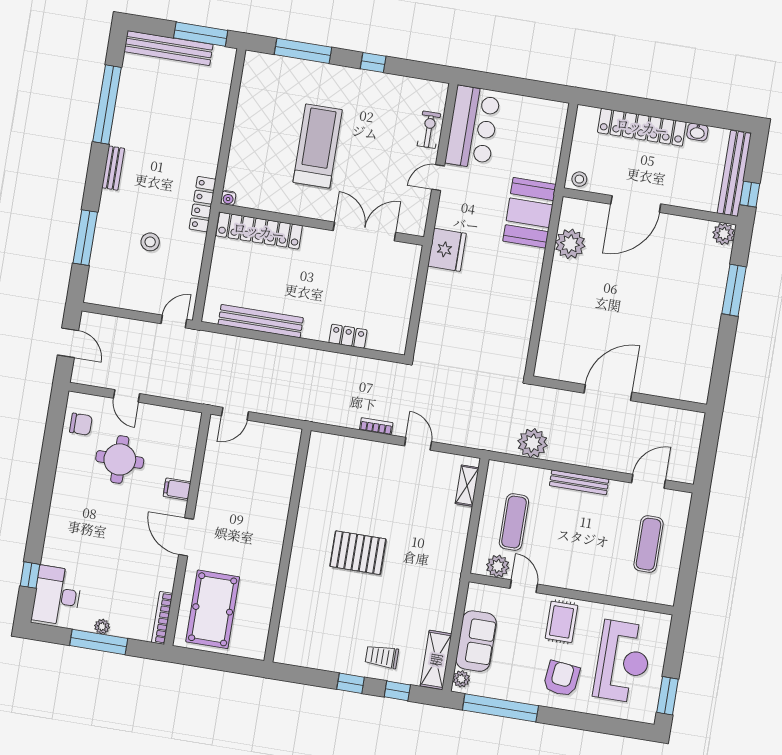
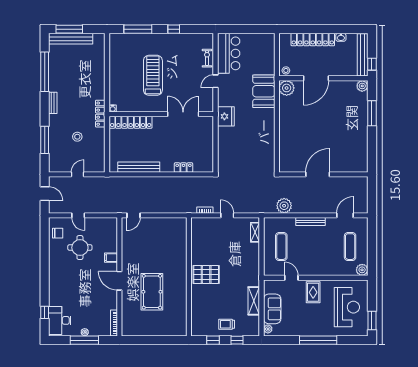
window: (201, 34) -> (69, 29), moved
plant: (570, 244) -> (287, 88), moved
door: (174, 321) -> (78, 174), moved
wall: (287, 546) -> (189, 277), moved
plant: (498, 566) -> (362, 270), moved
pool table: (213, 609) -> (152, 292), moved
shelving: (436, 660) -> (254, 301), moved
armchair: (562, 679) -> (318, 321), removed
window: (500, 708) -> (318, 340), moved

